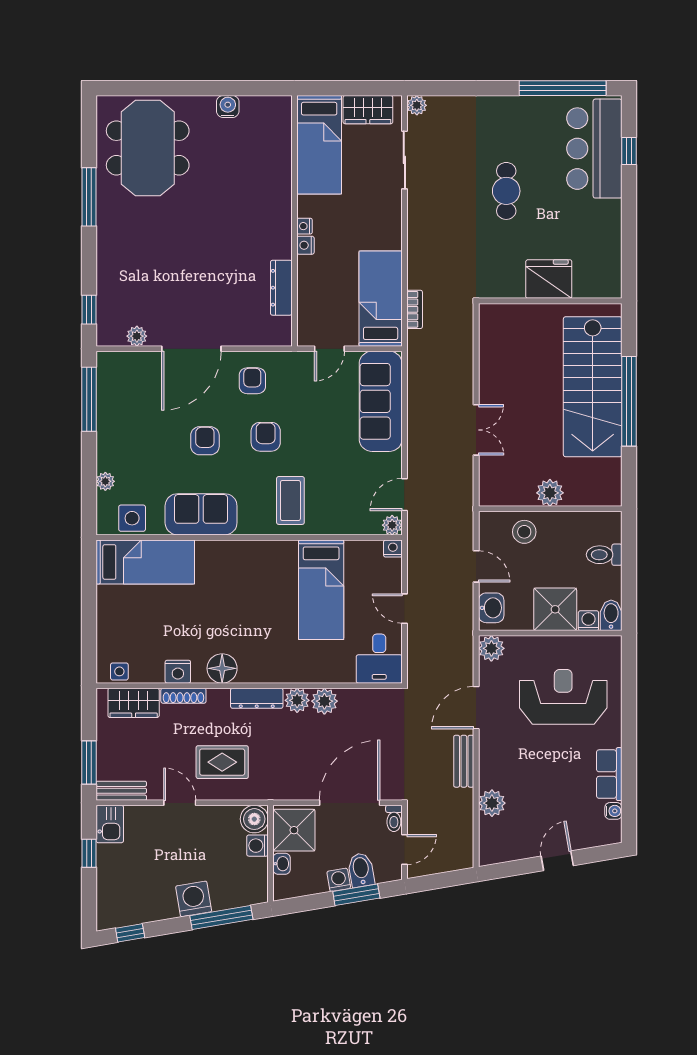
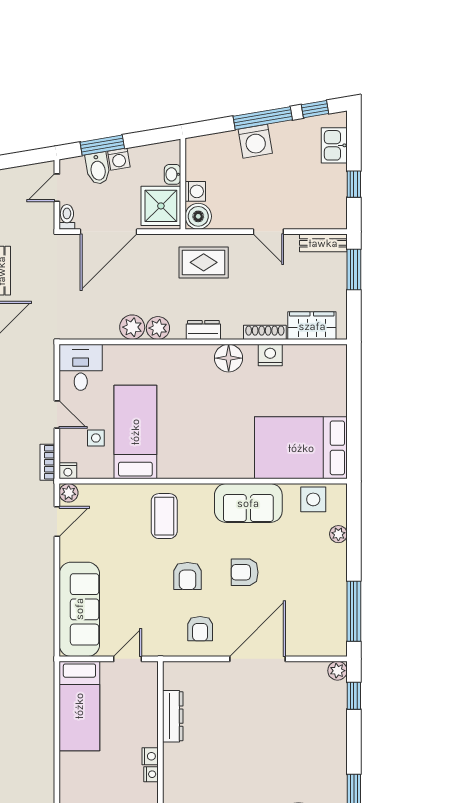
bookcase: (415, 309) -> (47, 462), moved
plant: (137, 336) -> (337, 671), moved
armchair: (205, 441) -> (245, 572), turned 90
bed: (145, 562) -> (301, 448), width x1.50
side table: (119, 671) -> (96, 438), moved
dresser: (257, 698) -> (203, 330), width x0.70
rug: (222, 762) -> (204, 262), moved
kitchen sink: (110, 824) -> (334, 145), moved
window: (221, 918) -> (263, 118), moved

